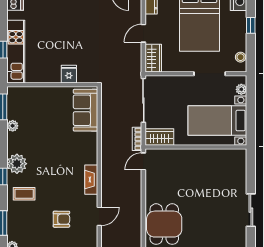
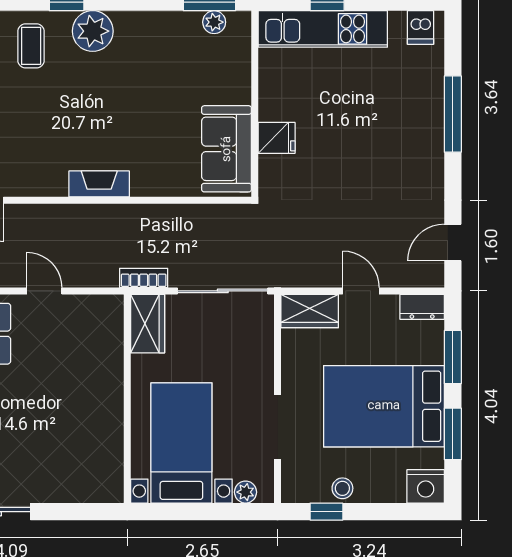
window: (251, 25) -> (326, 512), moved
stool: (241, 57) -> (342, 488), moved
sofa: (85, 110) -> (227, 149), moved, turned -90
plant: (13, 126) -> (214, 22), moved
door: (143, 161) -> (44, 291), moved
fireplace: (91, 180) -> (99, 184), moved

